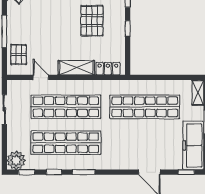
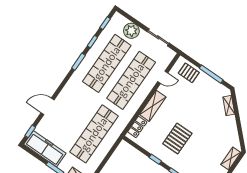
pallet: (92, 21) -> (177, 139), turned 90
plant: (16, 160) -> (131, 31), moved

